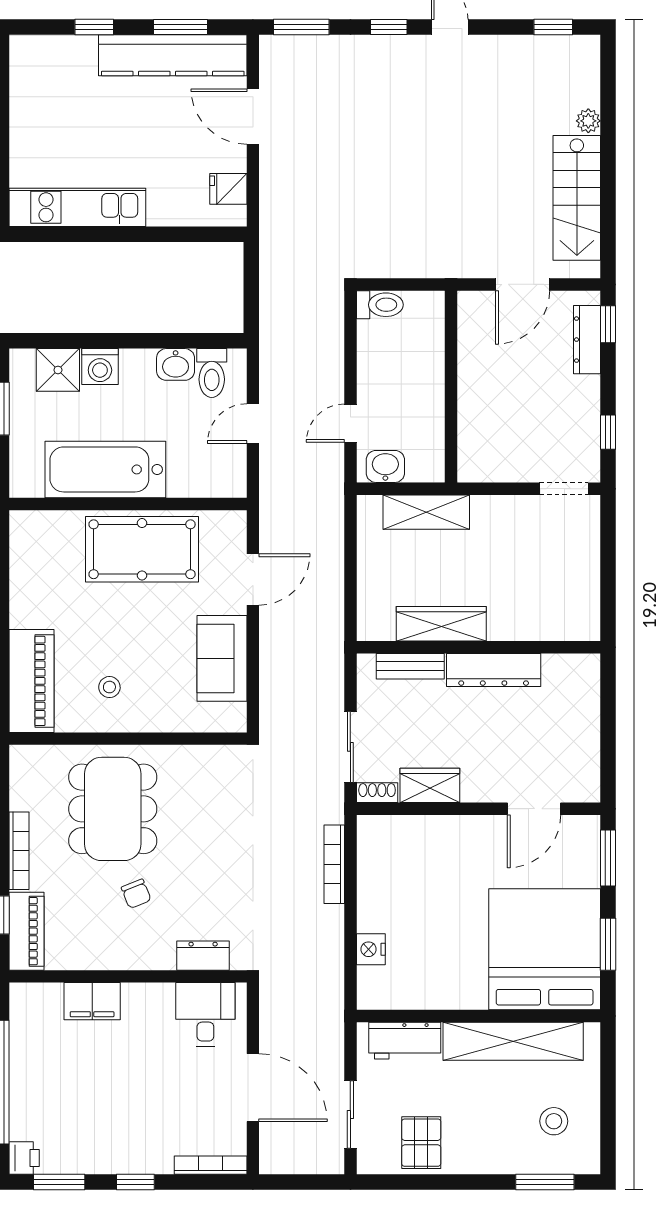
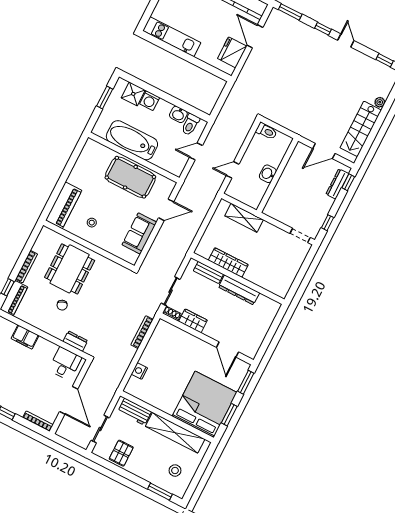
fridge: (228, 189) -> (232, 52), width x1.88, depth x1.34
washbasin: (385, 466) -> (268, 174), moved, turned -90
door: (534, 809) -> (228, 350), hinge flipped

